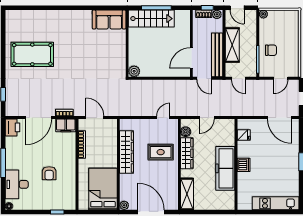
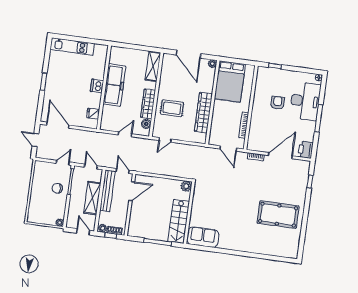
stairs: (151, 19) -> (179, 221), moved, turned -90
door: (281, 78) -> (63, 163), moved
filing cabinet: (66, 125) -> (256, 145), removed
desk: (17, 184) -> (305, 101), width x1.36, depth x1.30

